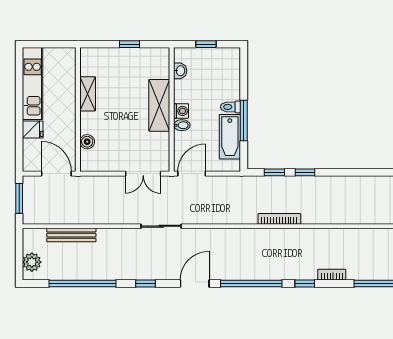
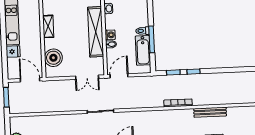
shelving: (159, 105) -> (96, 32), width x1.47
boiler: (87, 142) -> (53, 58), width x1.86, depth x1.86
bench: (71, 235) -> (210, 112), moved

